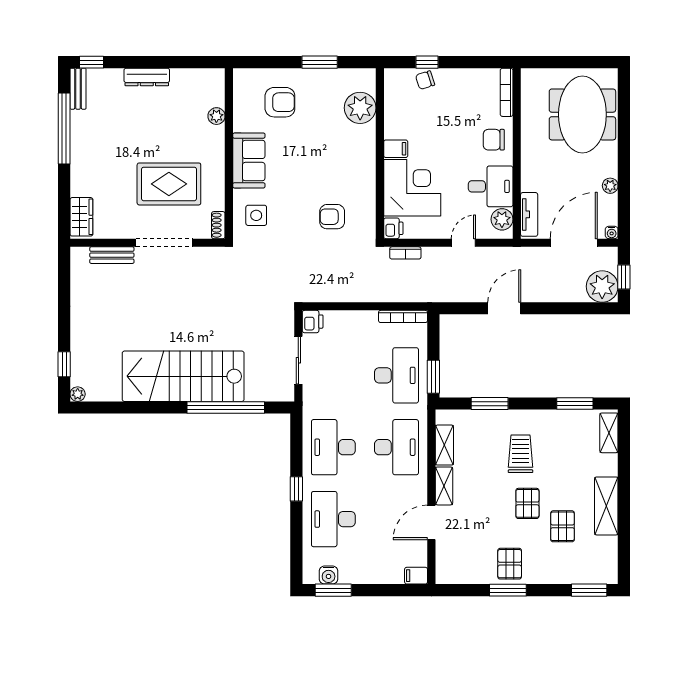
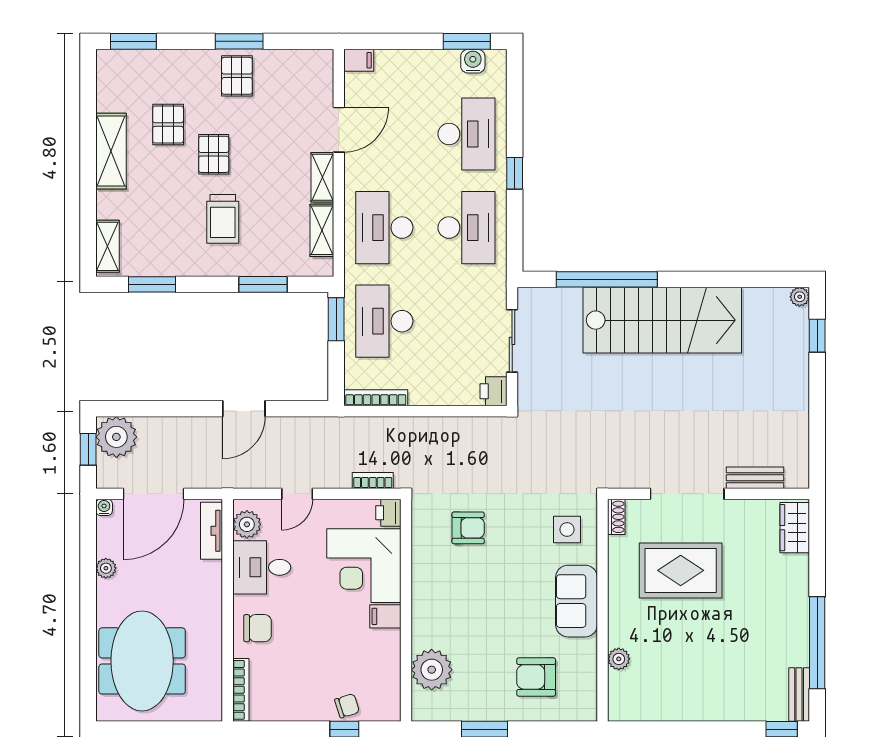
dresser: (147, 77) -> (710, 710), removed

